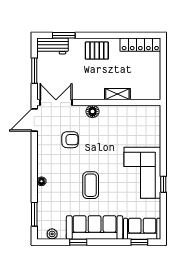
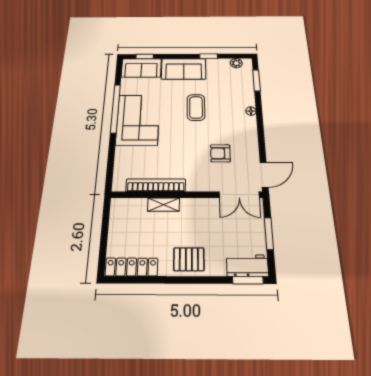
window: (64, 35) -> (248, 280), moved
floor lamp: (92, 111) -> (194, 184), removed
bookcase: (124, 111) -> (156, 185), added
window: (163, 184) -> (115, 108), width x3.17
sofa: (95, 228) -> (184, 69), width x0.73

